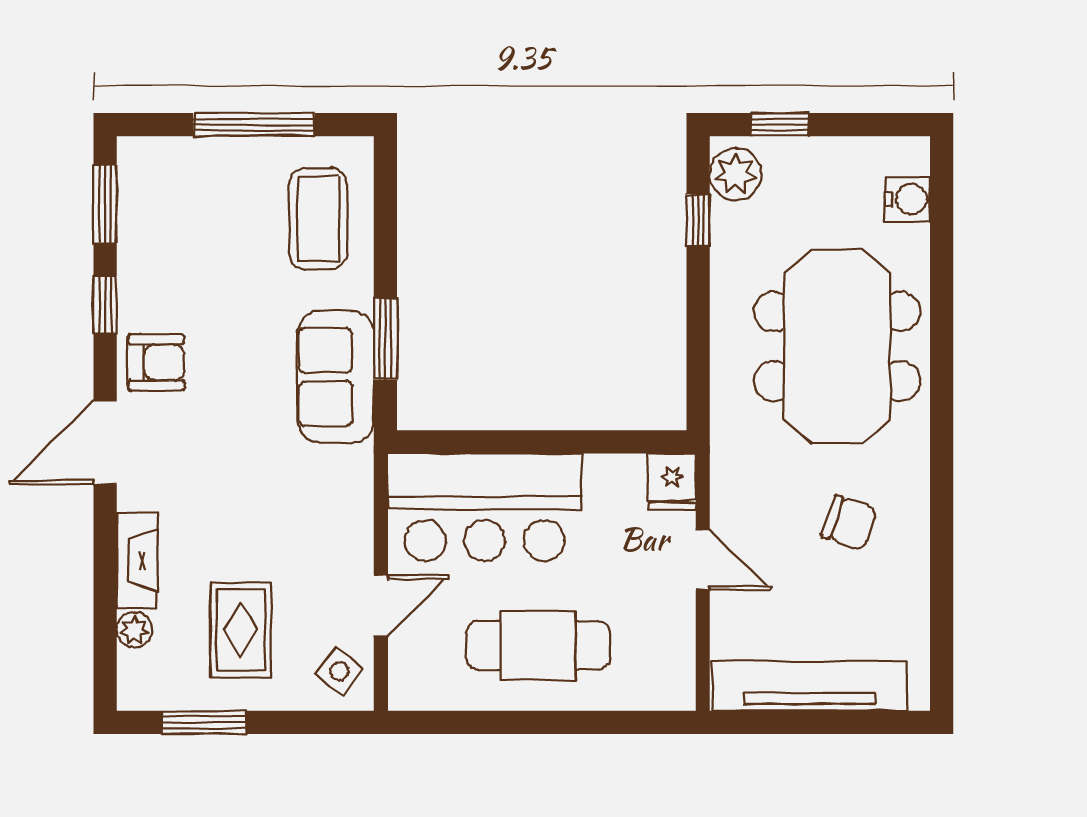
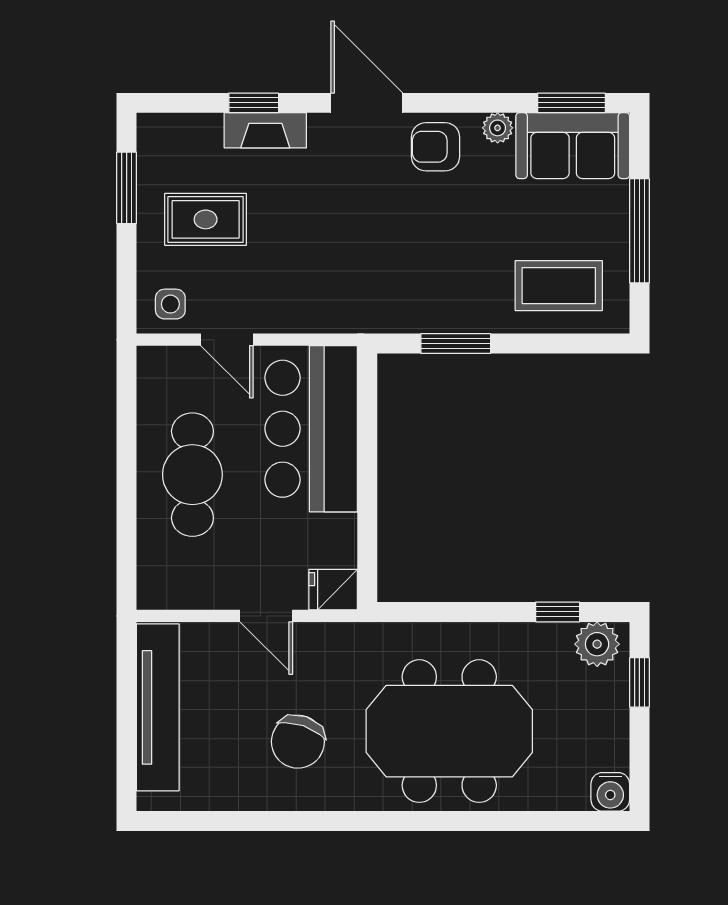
water cooler: (908, 199) -> (610, 792), moved
window: (105, 305) -> (254, 103), moved
armchair: (156, 362) -> (435, 147), turned 90
sofa: (336, 377) -> (573, 146), moved, turned 180
chair: (849, 523) -> (298, 742), width x1.37, depth x1.37
door: (703, 560) -> (266, 616), hinge flipped
plant: (134, 630) -> (498, 128), moved
side table: (339, 671) -> (170, 304), turned -38

